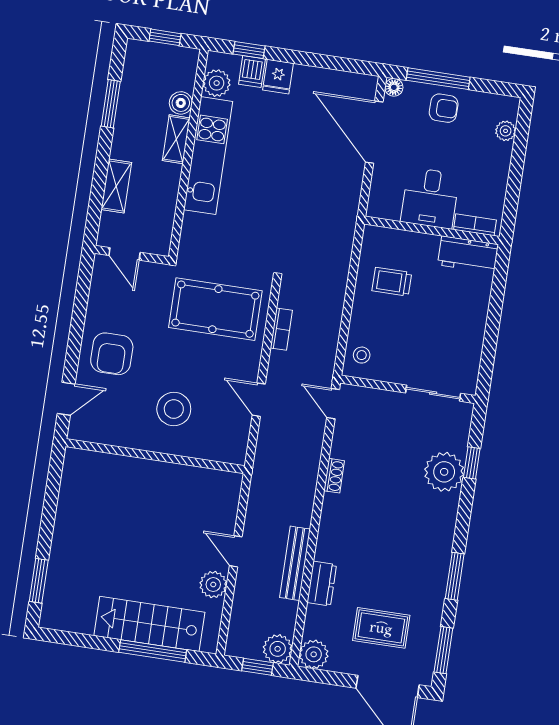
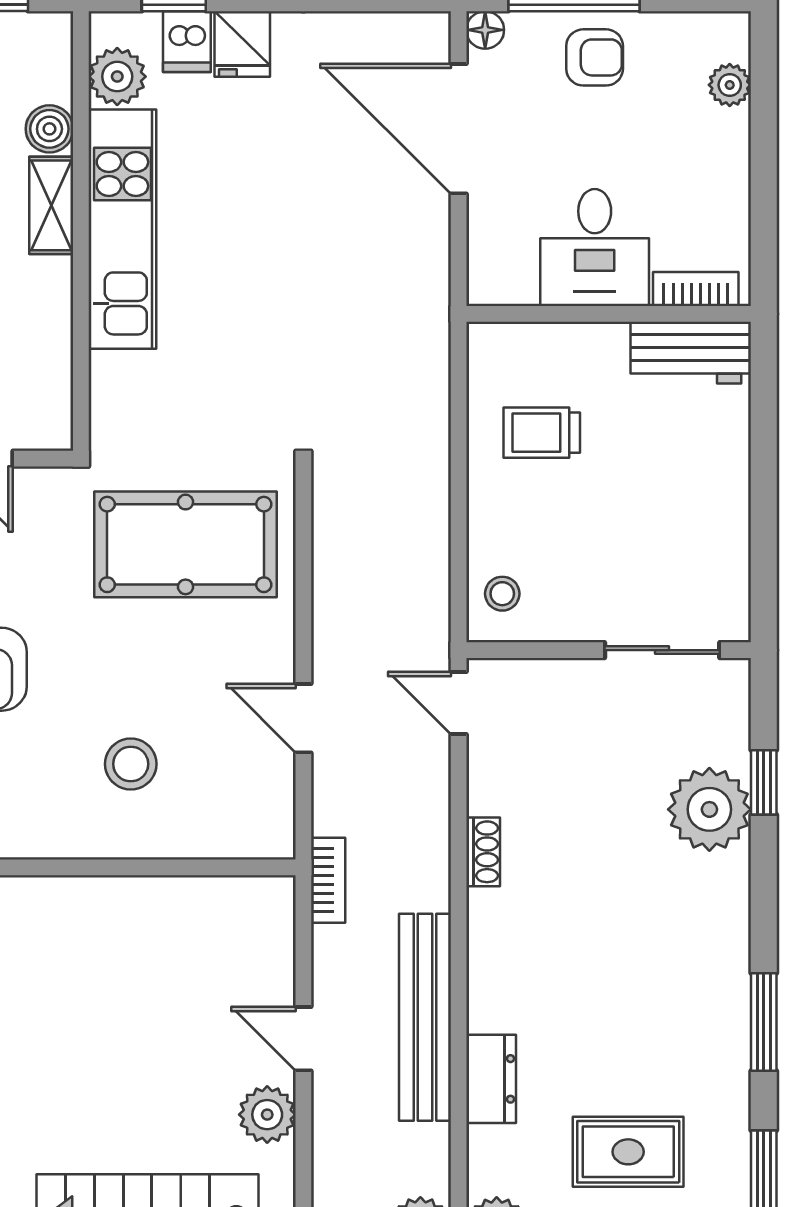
bookcase: (281, 329) -> (328, 880), moved
stool: (174, 409) -> (131, 764), width x0.73, depth x0.73
bench: (295, 563) -> (425, 1017), width x1.37, depth x1.21

